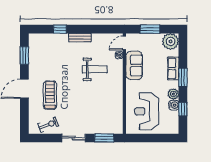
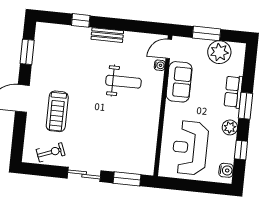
plant: (171, 41) -> (219, 52), moved
treadmill: (50, 95) -> (57, 111), turned 180
water cooler: (174, 105) -> (226, 170), moved

